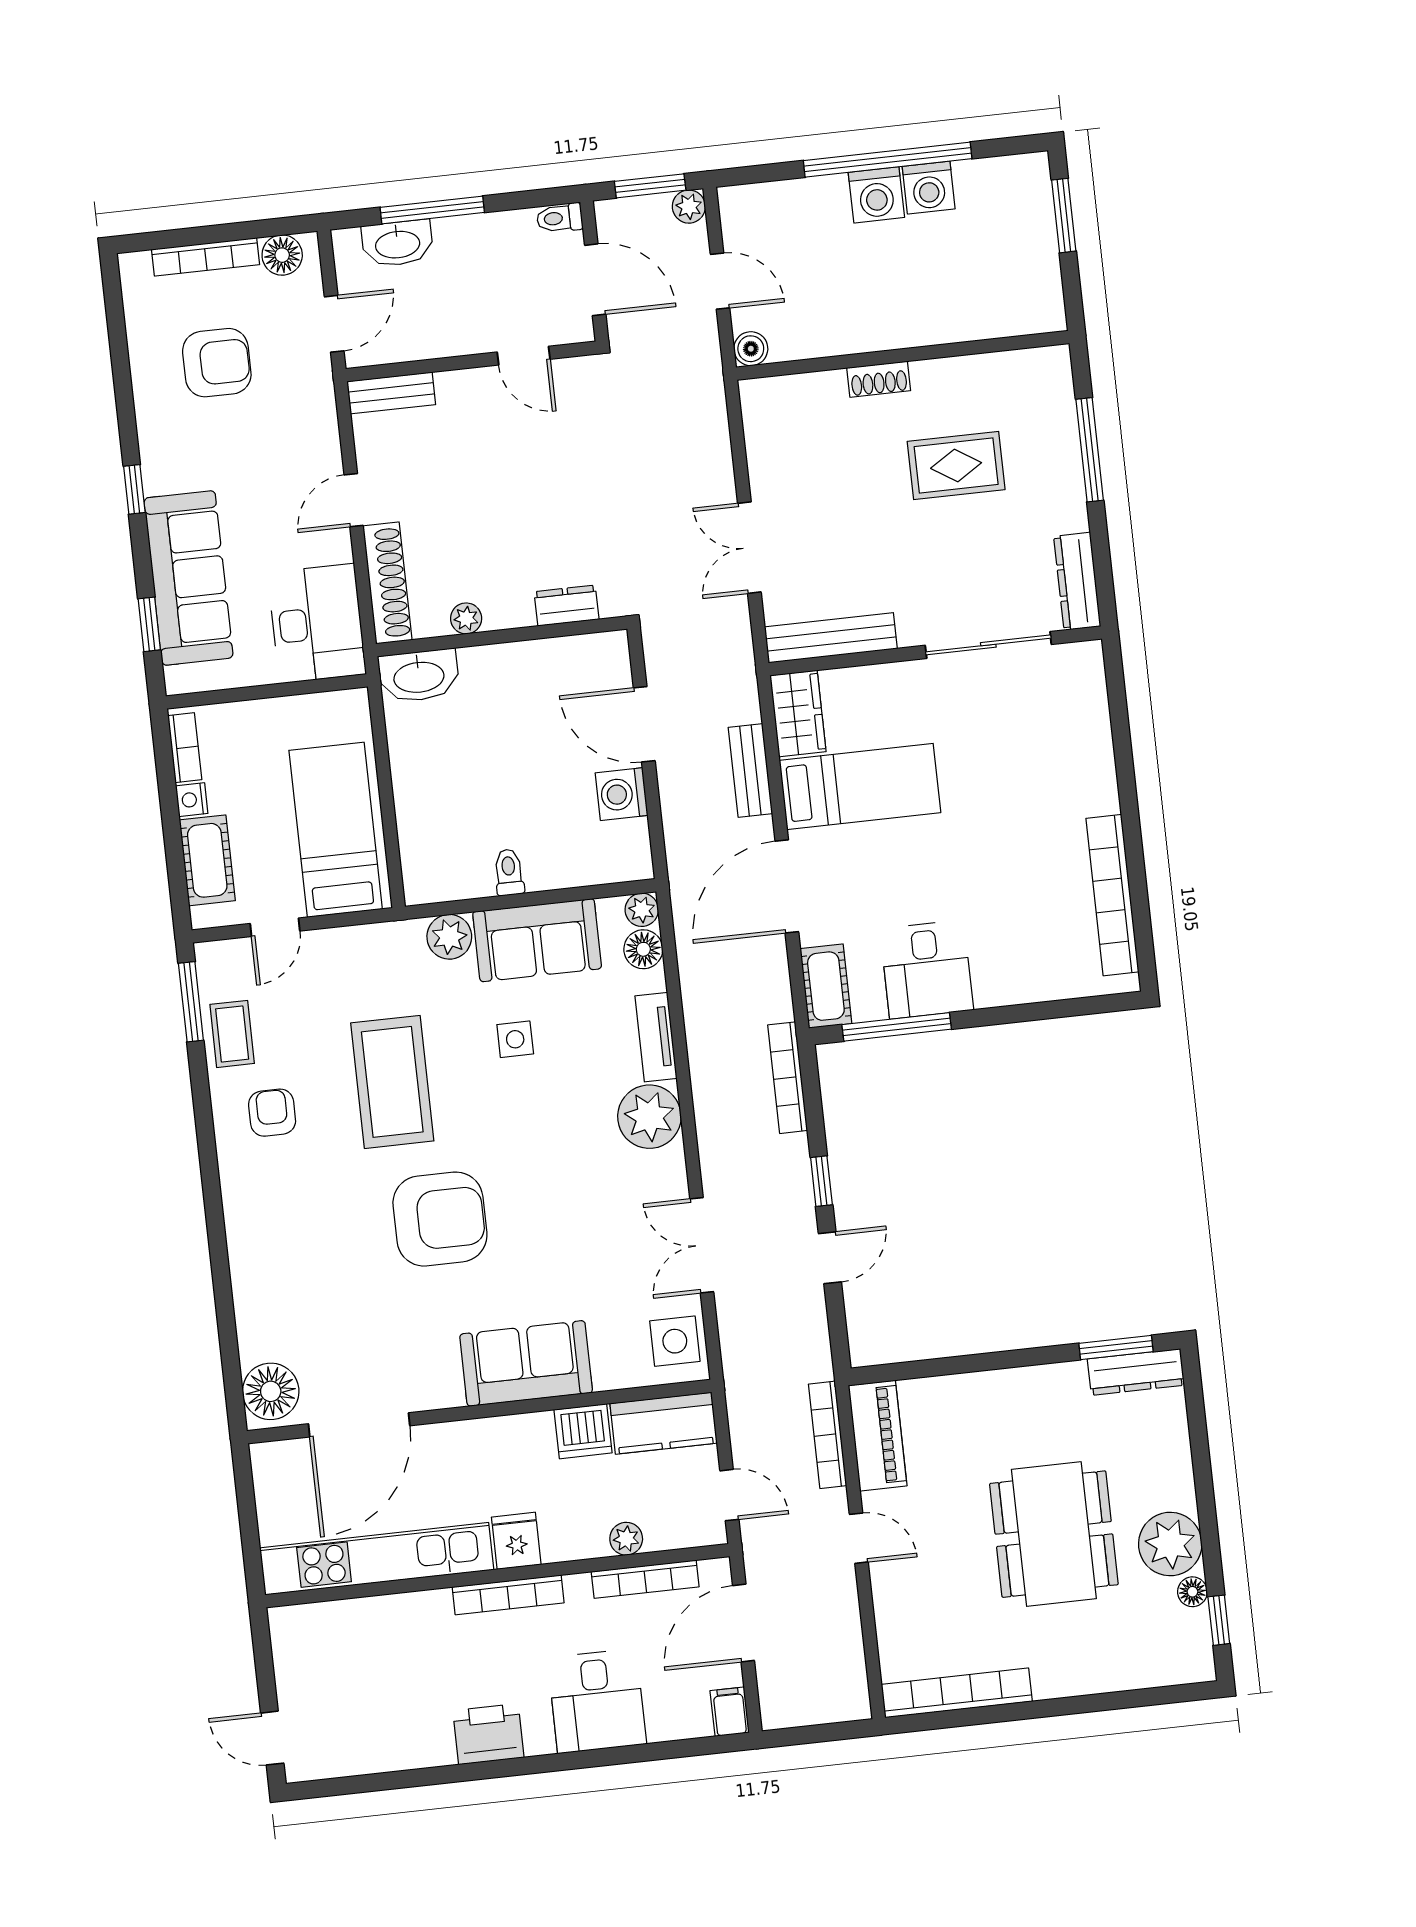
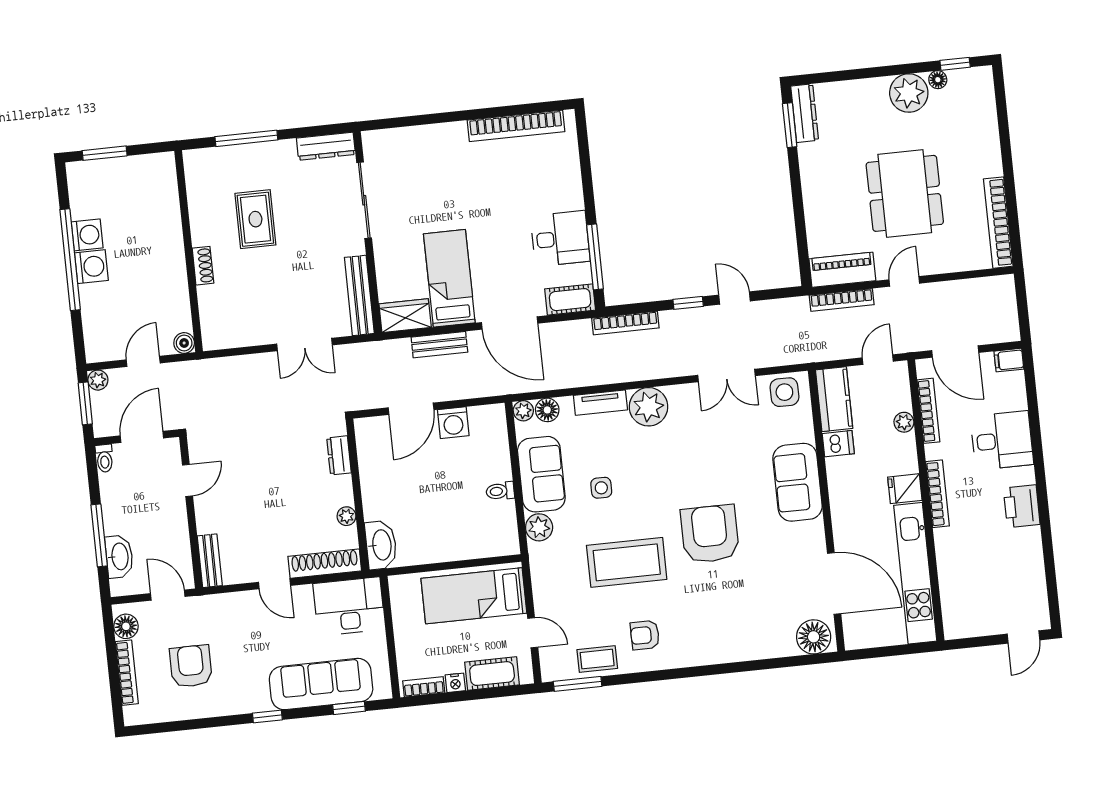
dishwasher: (583, 1431) -> (838, 444), width x0.73
dining table: (1054, 1534) -> (905, 193), moved, turned 90

